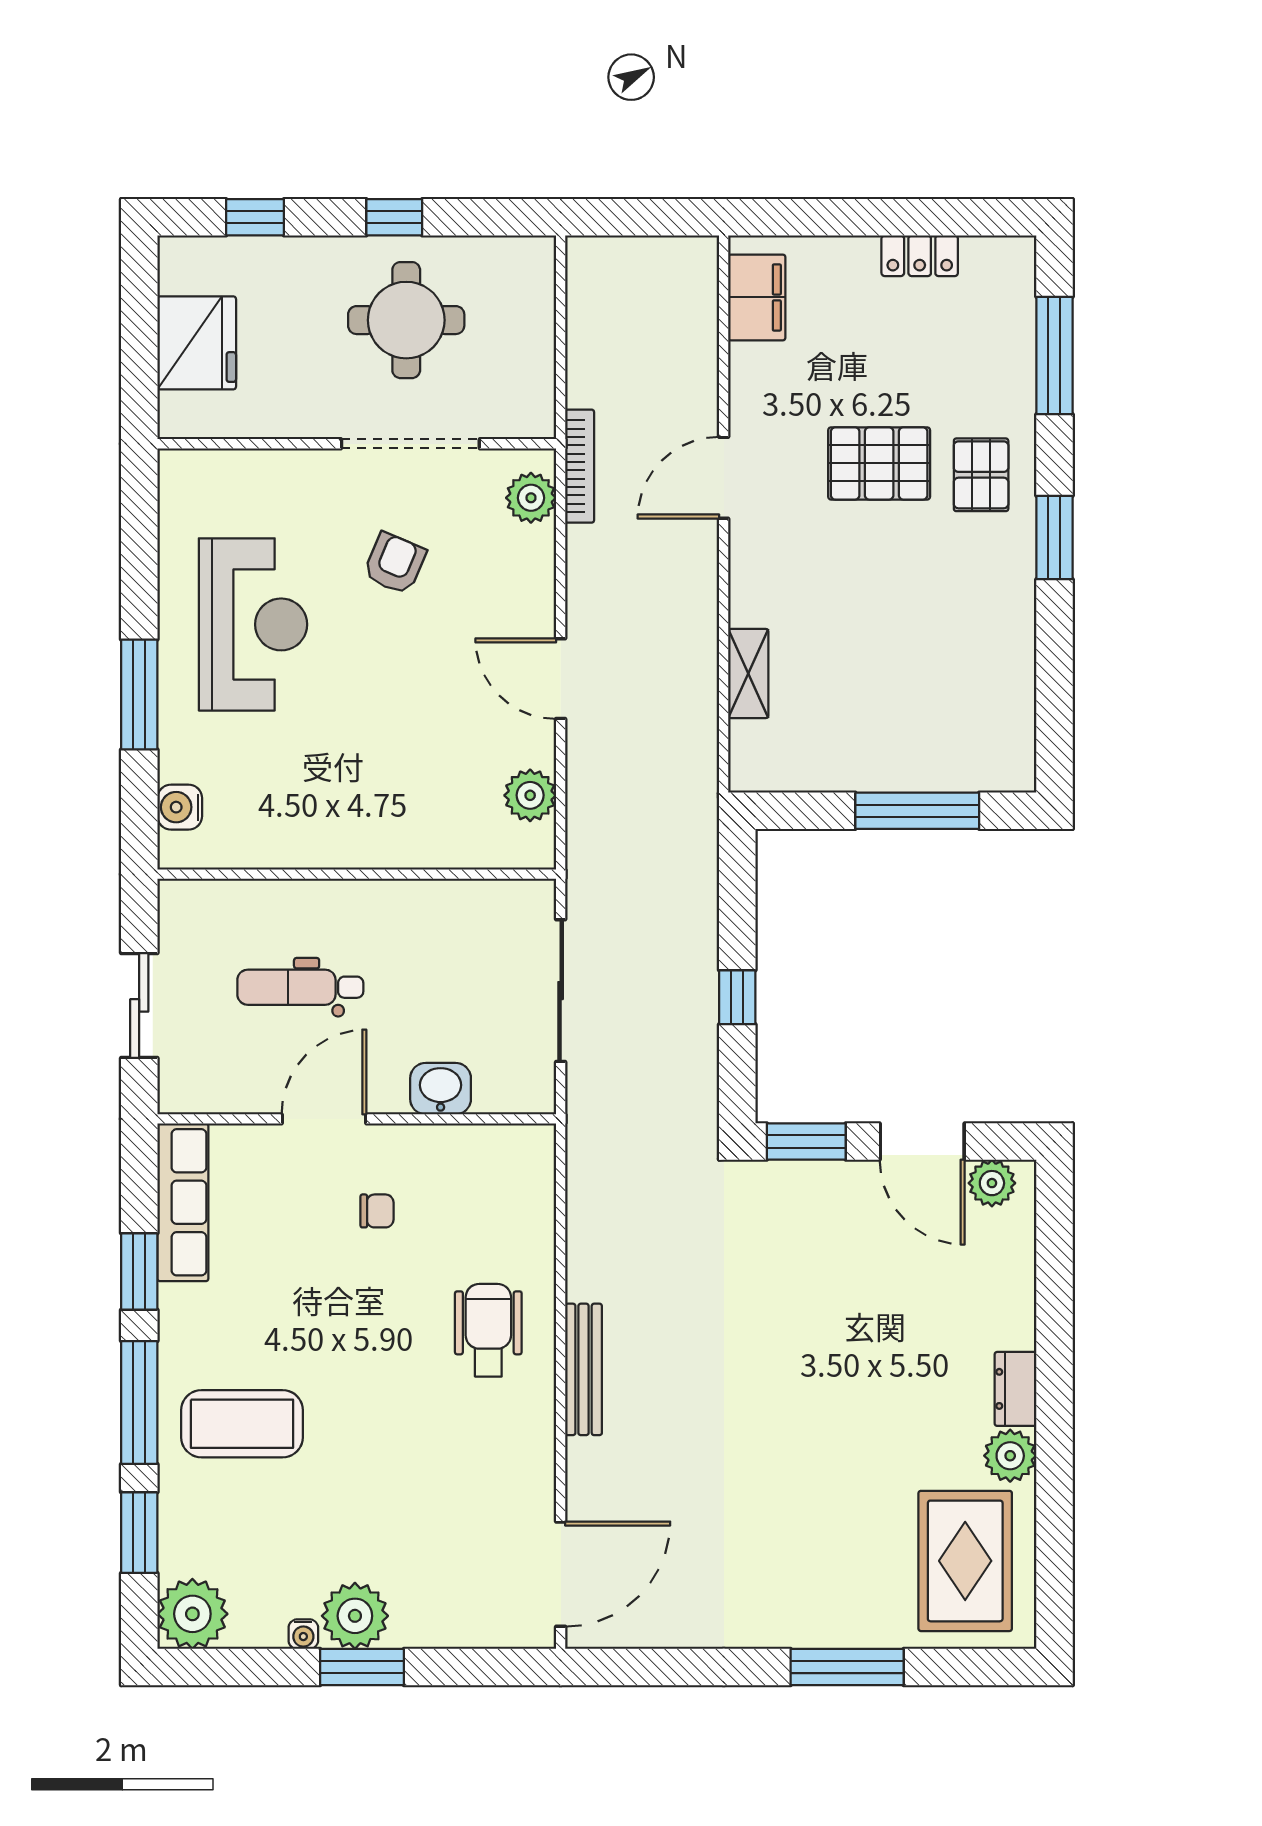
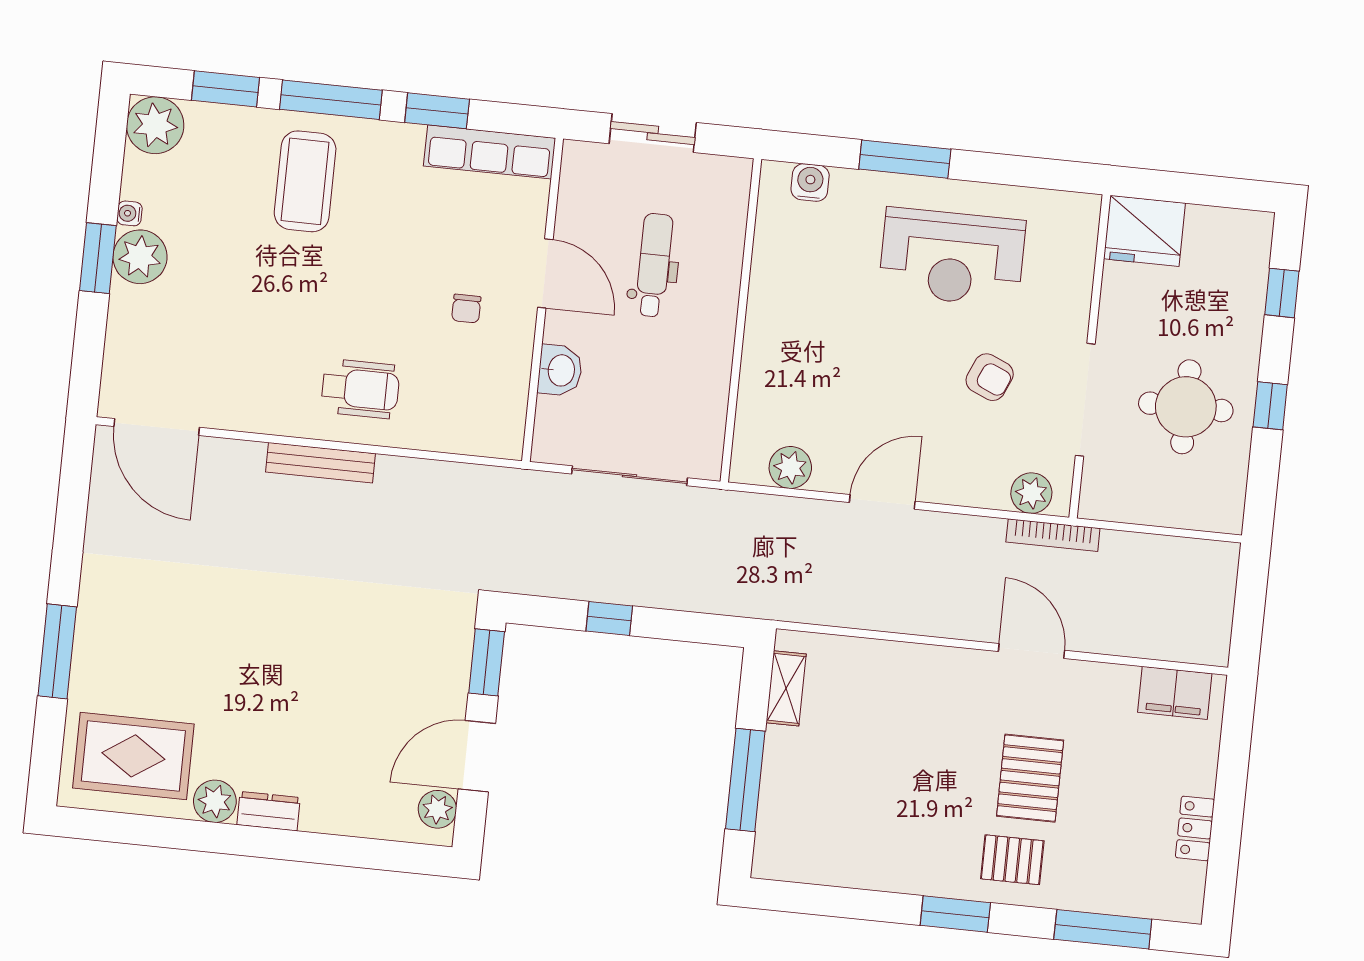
fridge: (197, 343) -> (1144, 231), moved
shelving: (748, 674) -> (786, 688), moved, turned 90

